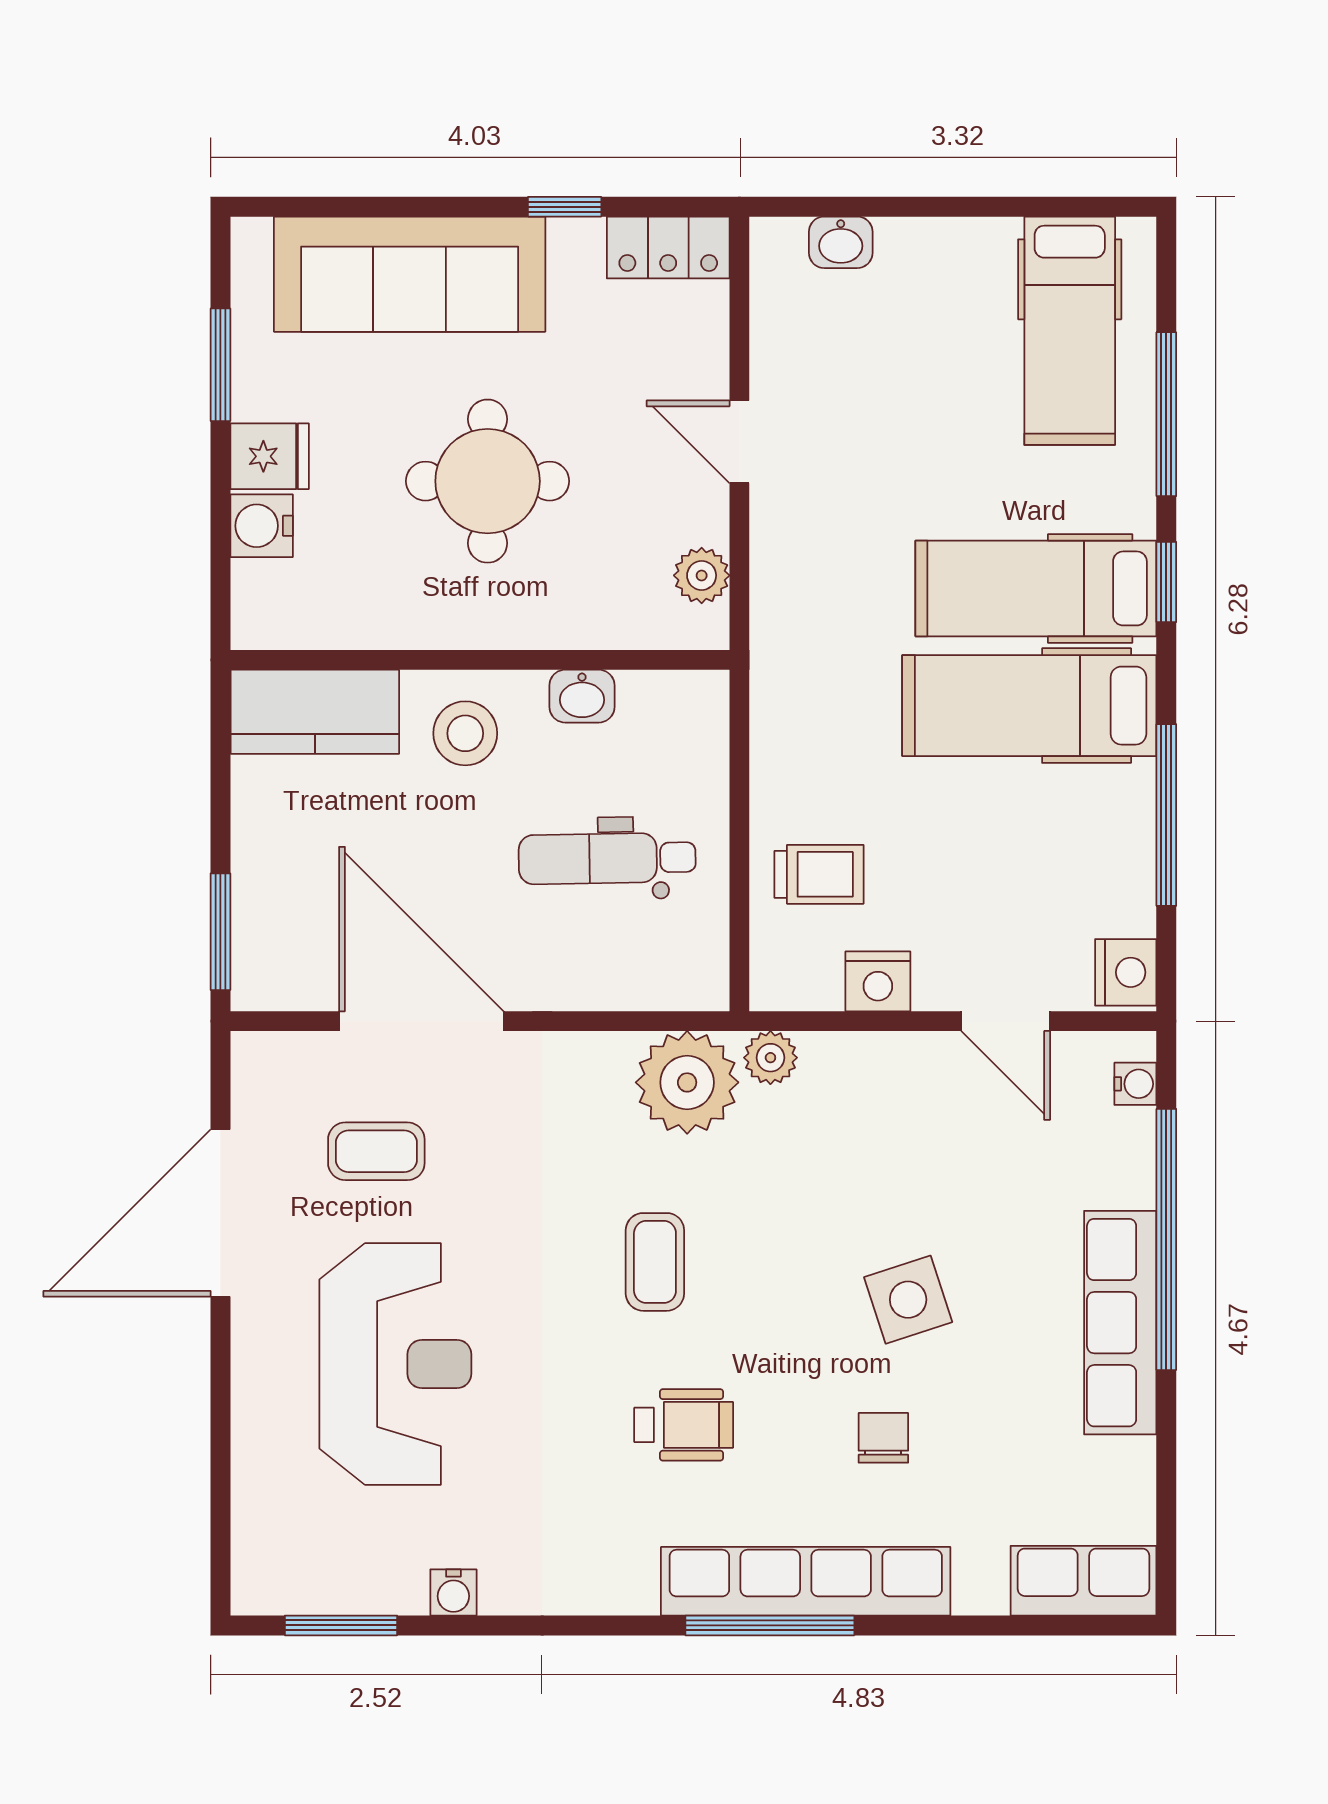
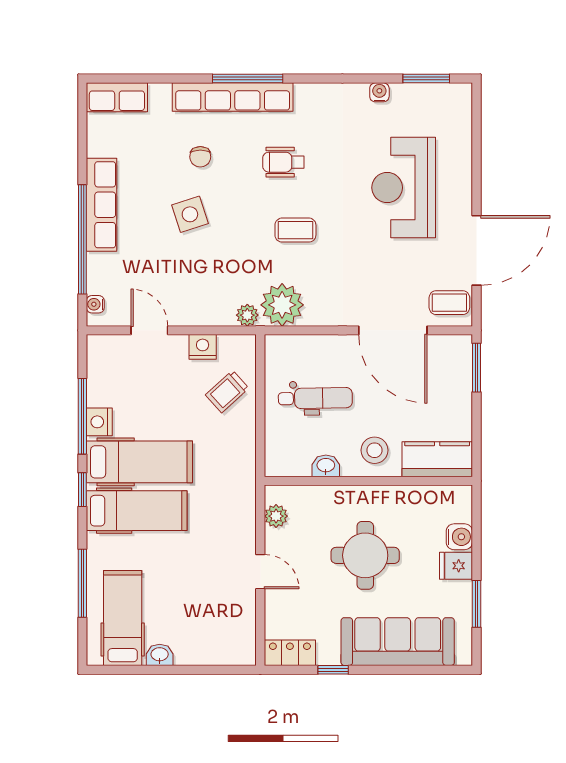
washbasin: (841, 242) -> (160, 655), moved
window: (1166, 582) -> (82, 490), moved
trolley: (819, 874) -> (227, 392), turned -42
nightstand: (1126, 972) -> (99, 422), moved
coffee table: (376, 1151) -> (449, 303), moved
coffee table: (655, 1262) -> (295, 230), turned 90

